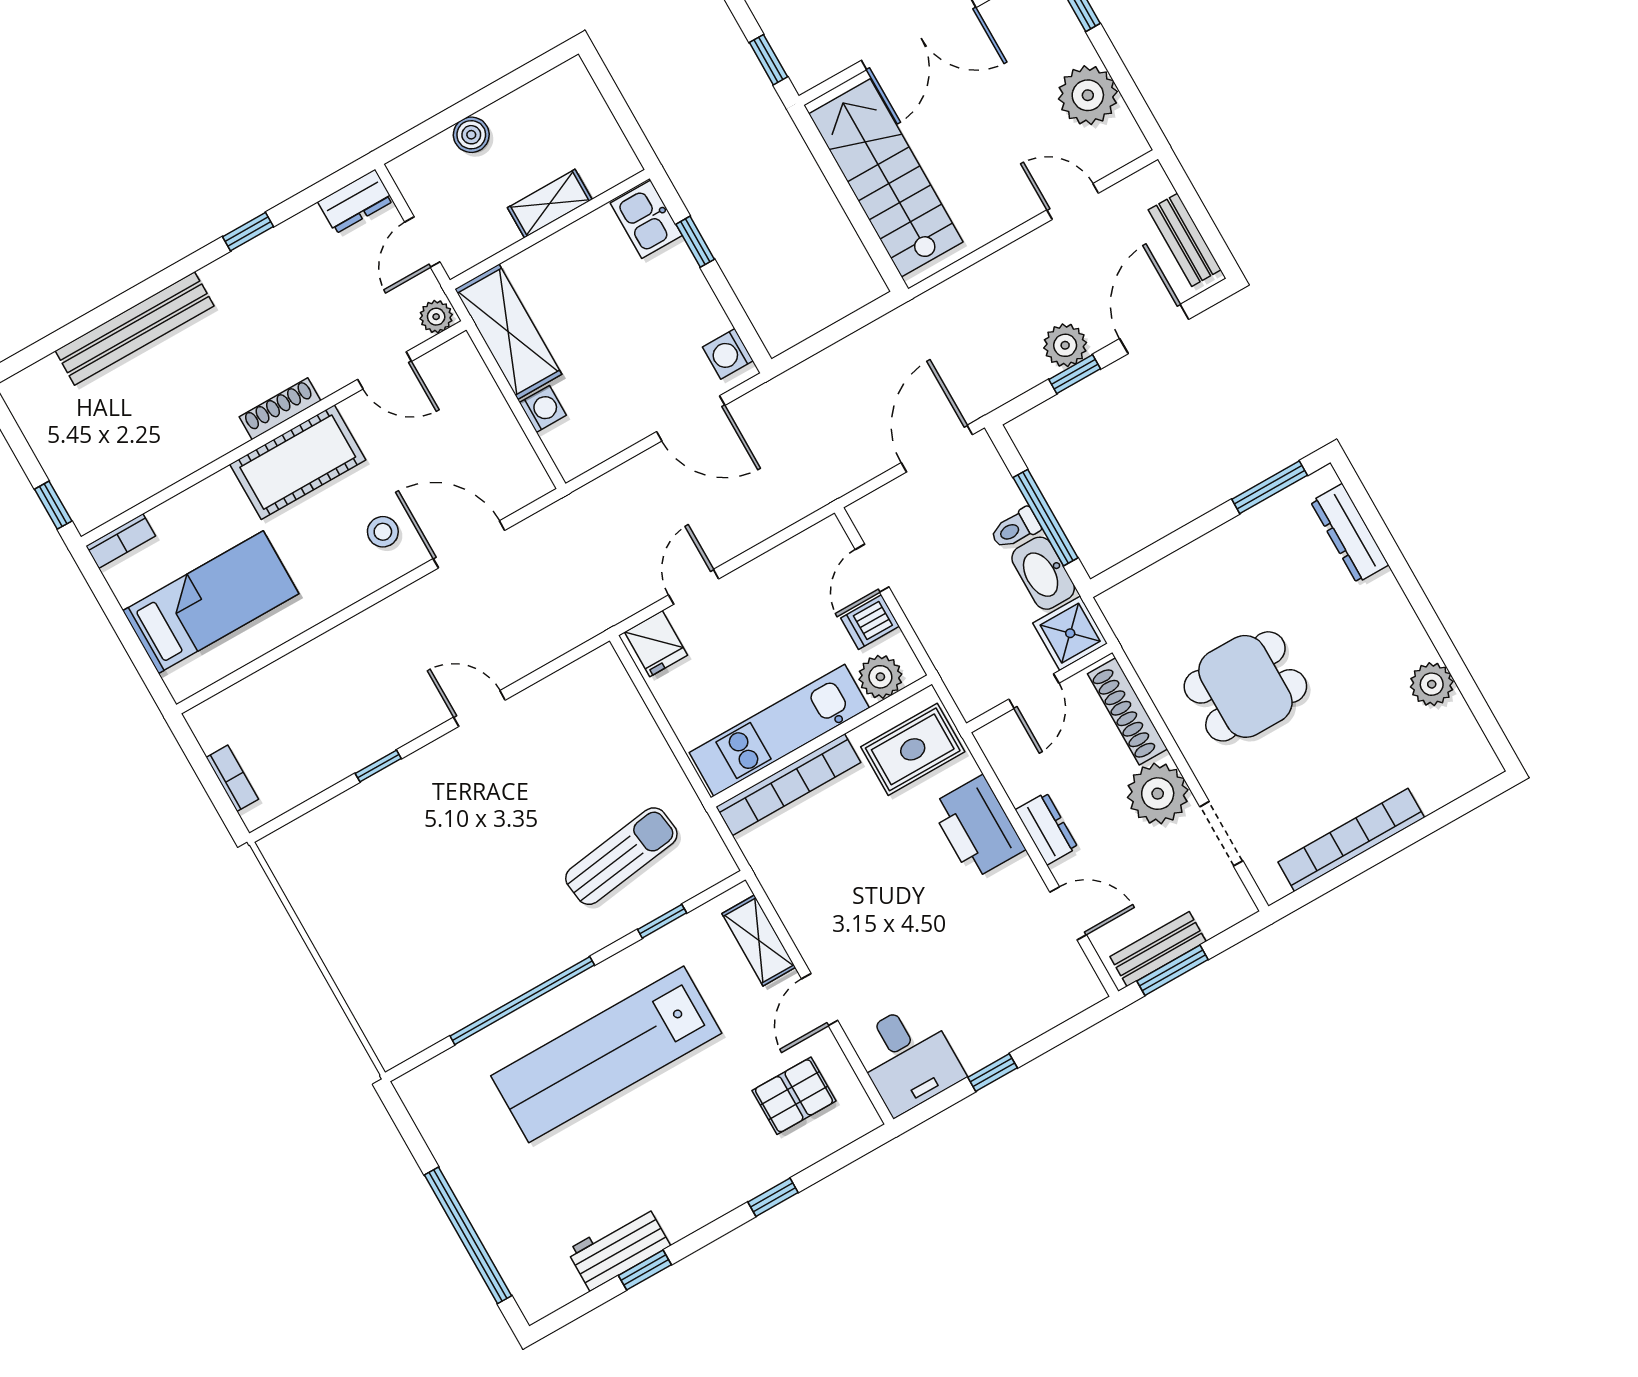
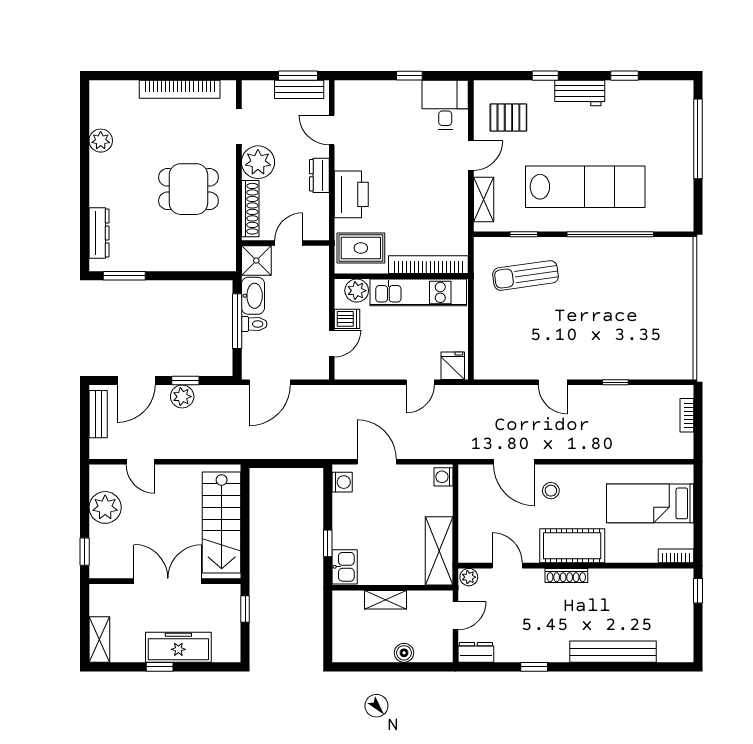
washing machine: (543, 409) -> (443, 477), moved
workbench: (619, 1248) -> (580, 93), moved

